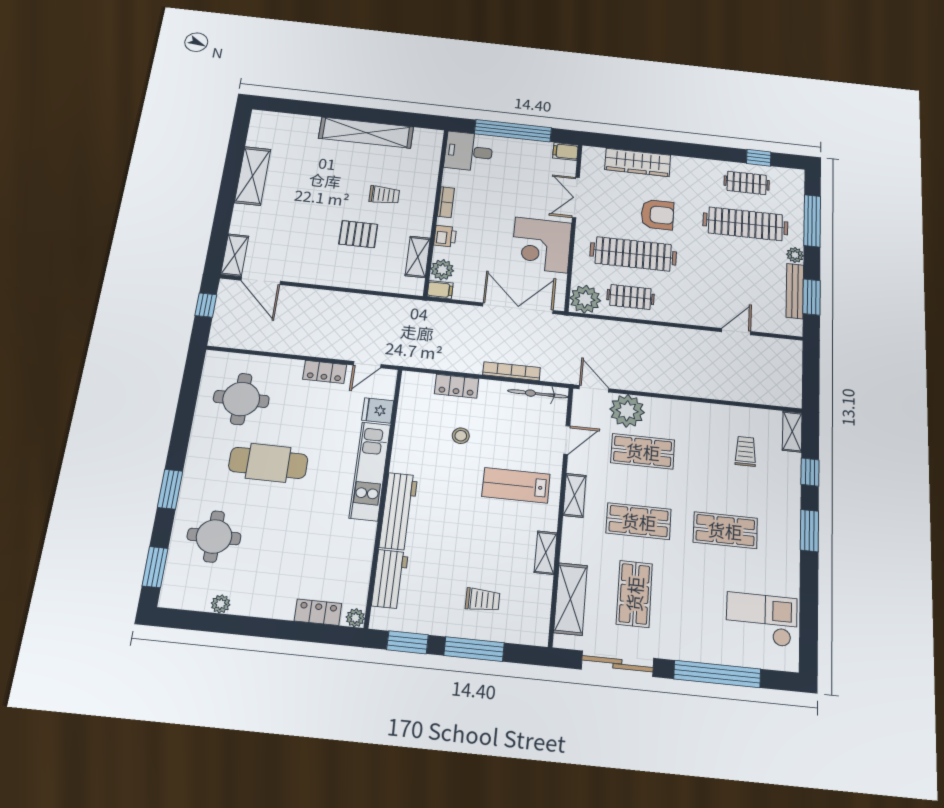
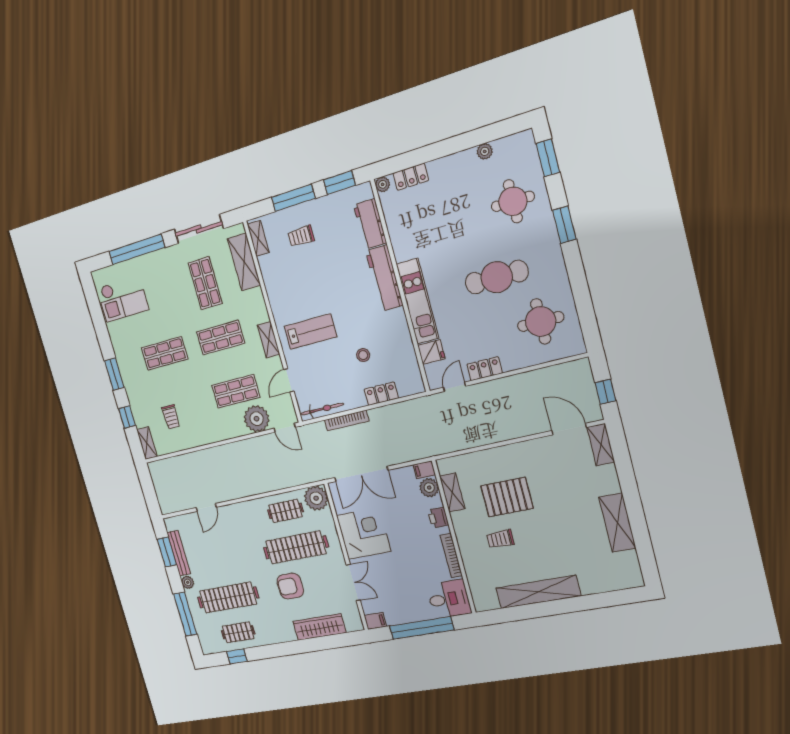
bookcase: (446, 202) -> (451, 556), width x1.56
pallet: (358, 234) -> (507, 497), width x1.50, depth x1.42
shelving: (546, 553) -> (258, 238), moved

